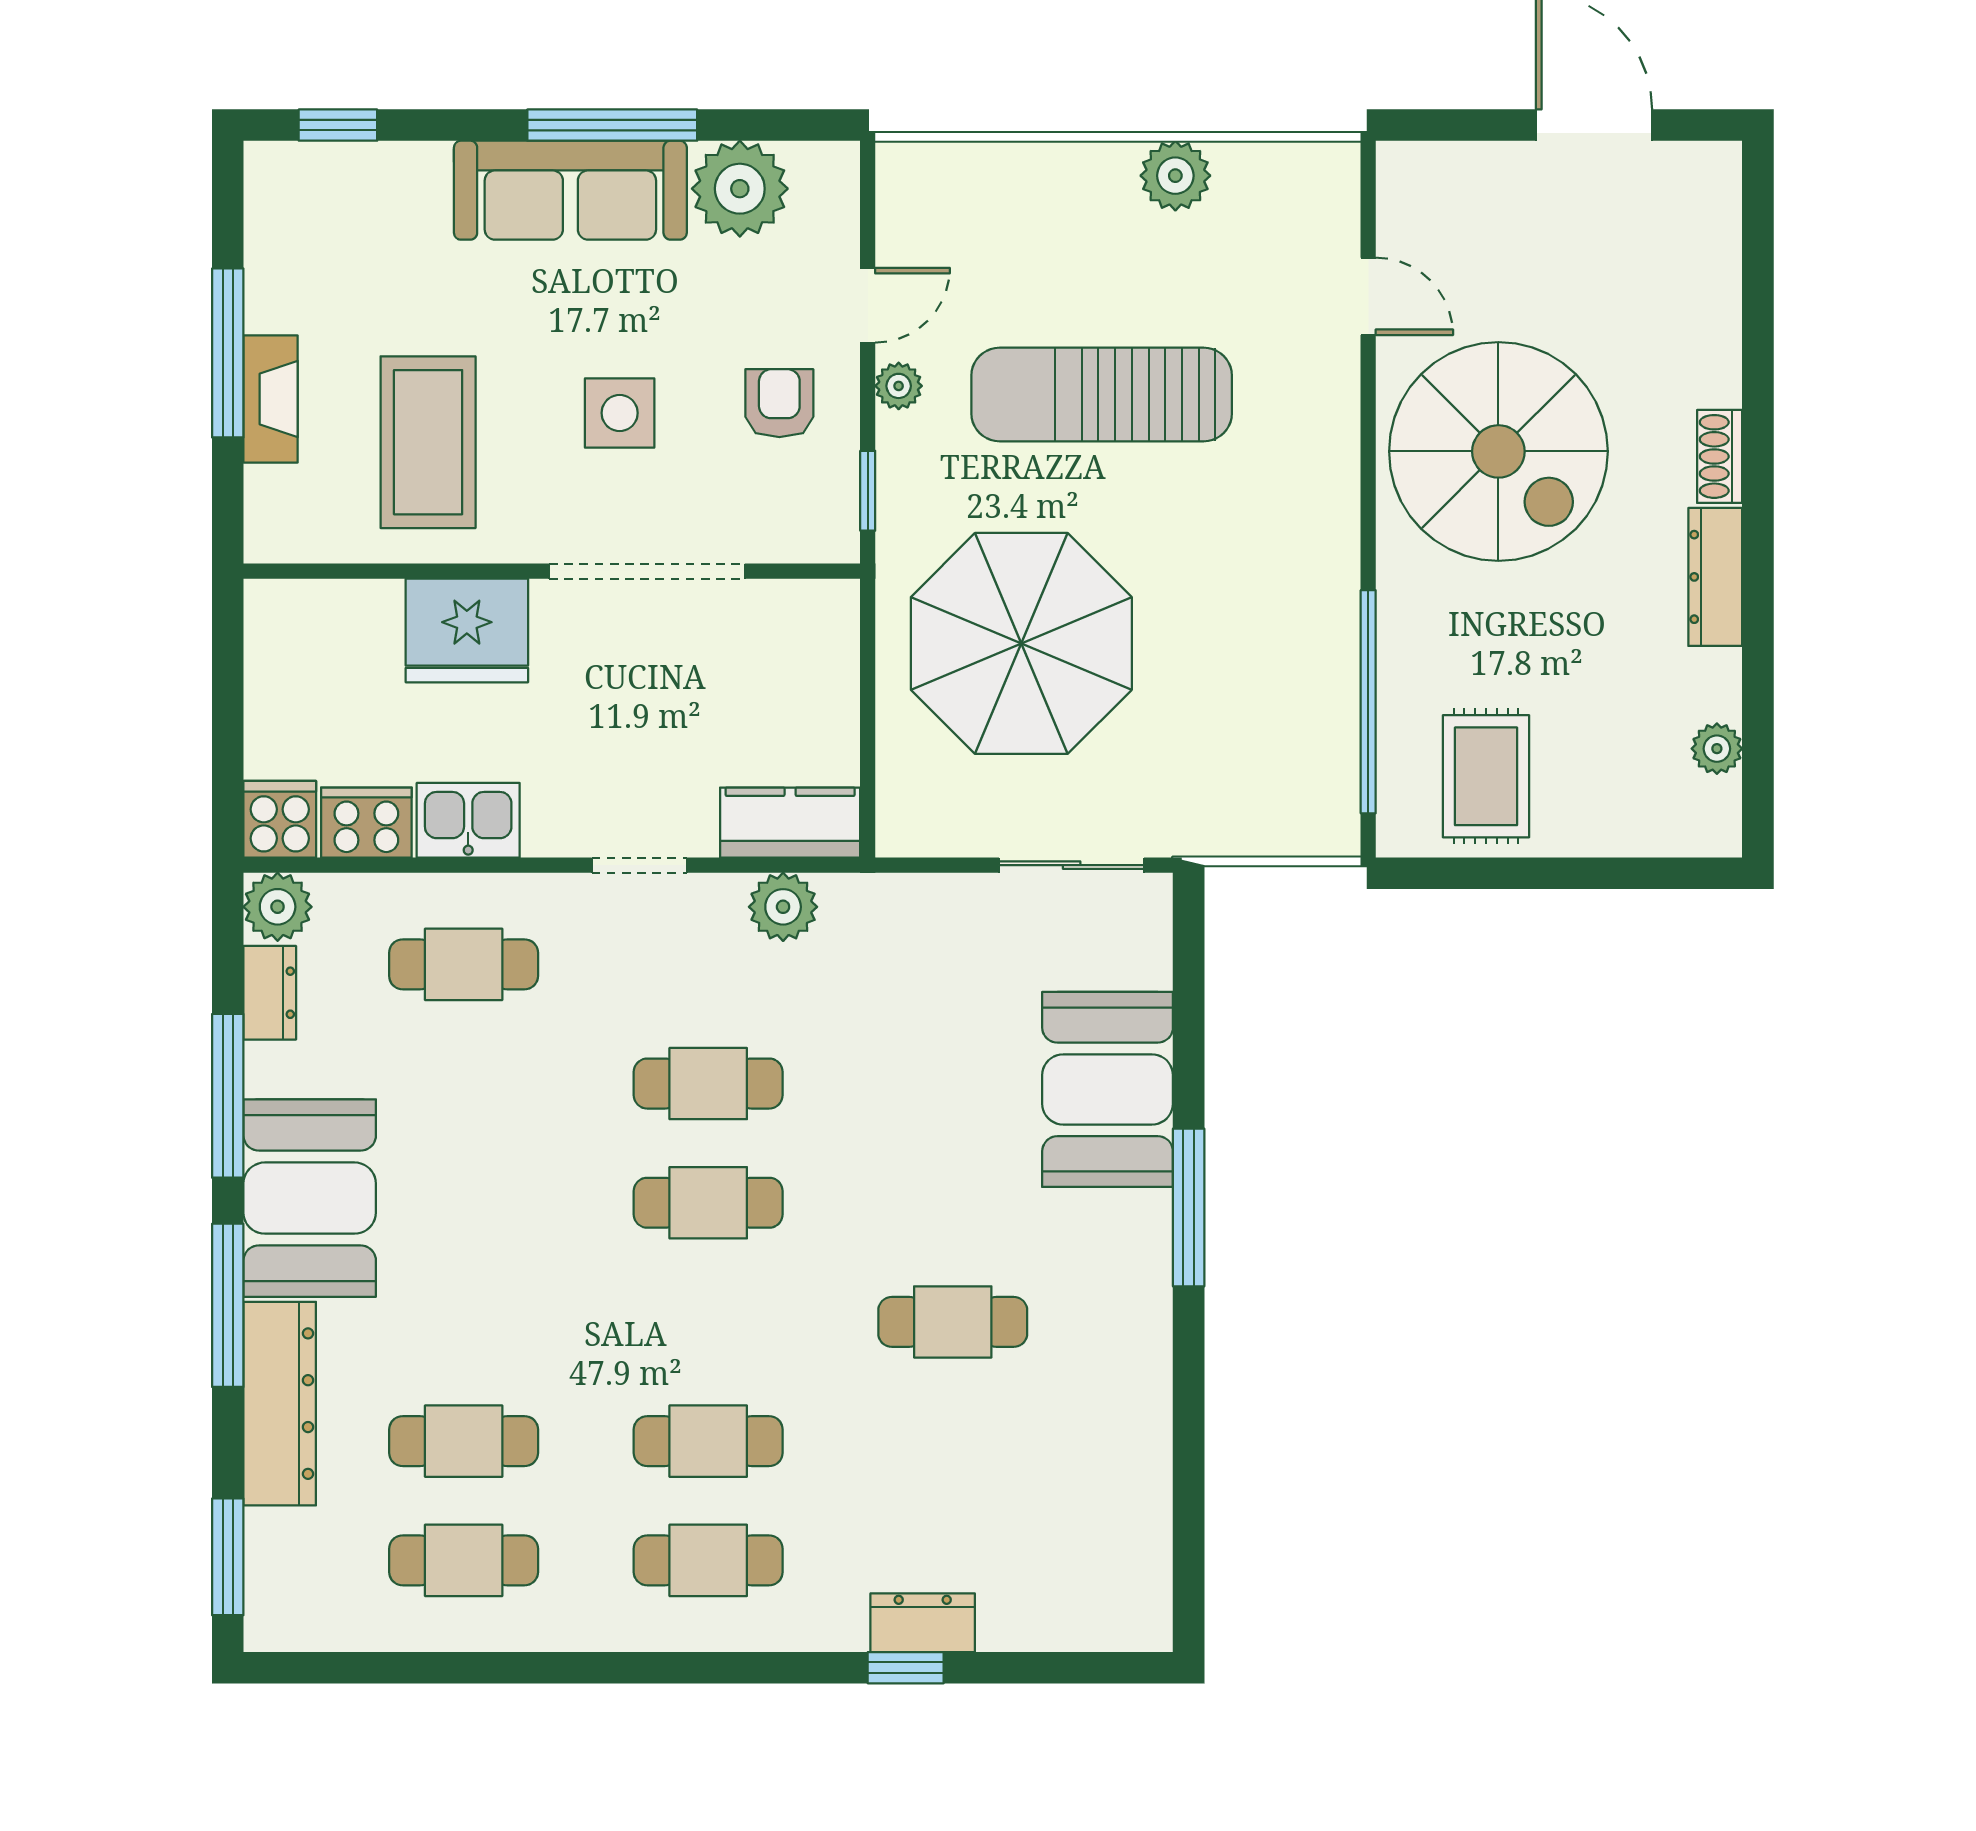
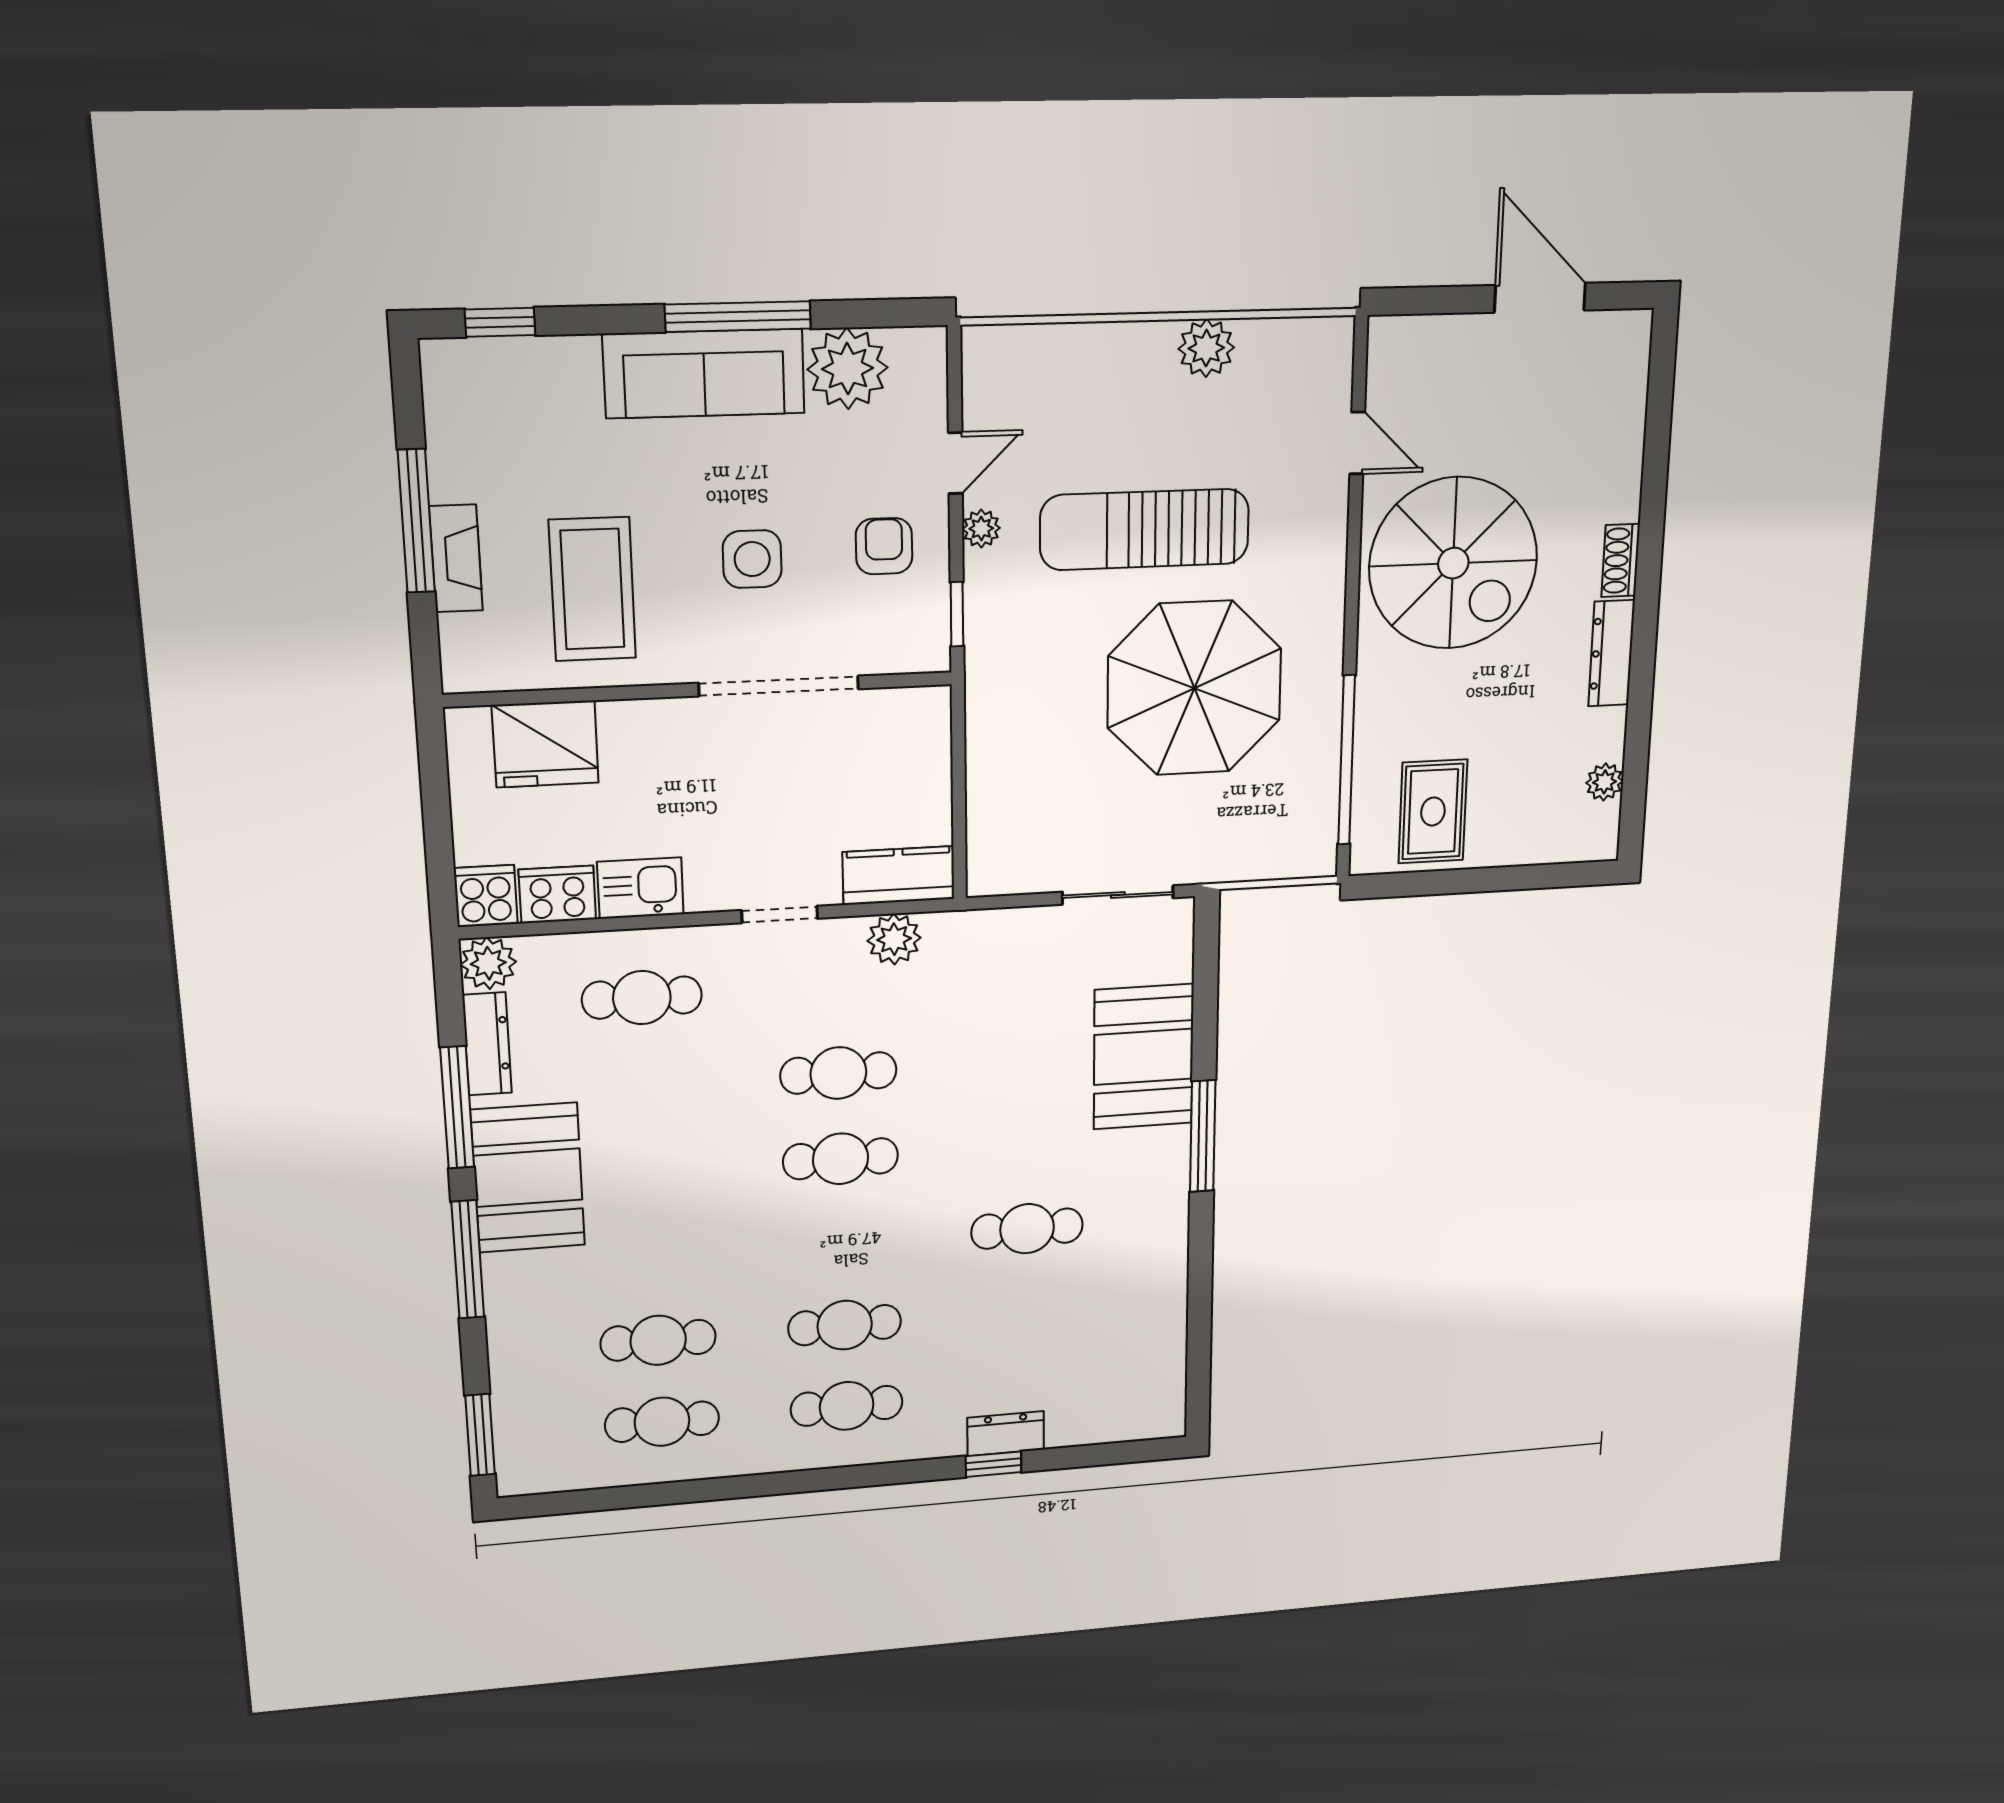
fridge: (467, 630) -> (545, 744), moved
parasol: (1021, 643) -> (1194, 688), moved
dresser: (270, 993) -> (487, 1044), width x1.44
dresser: (280, 1404) -> (514, 1326), removed

